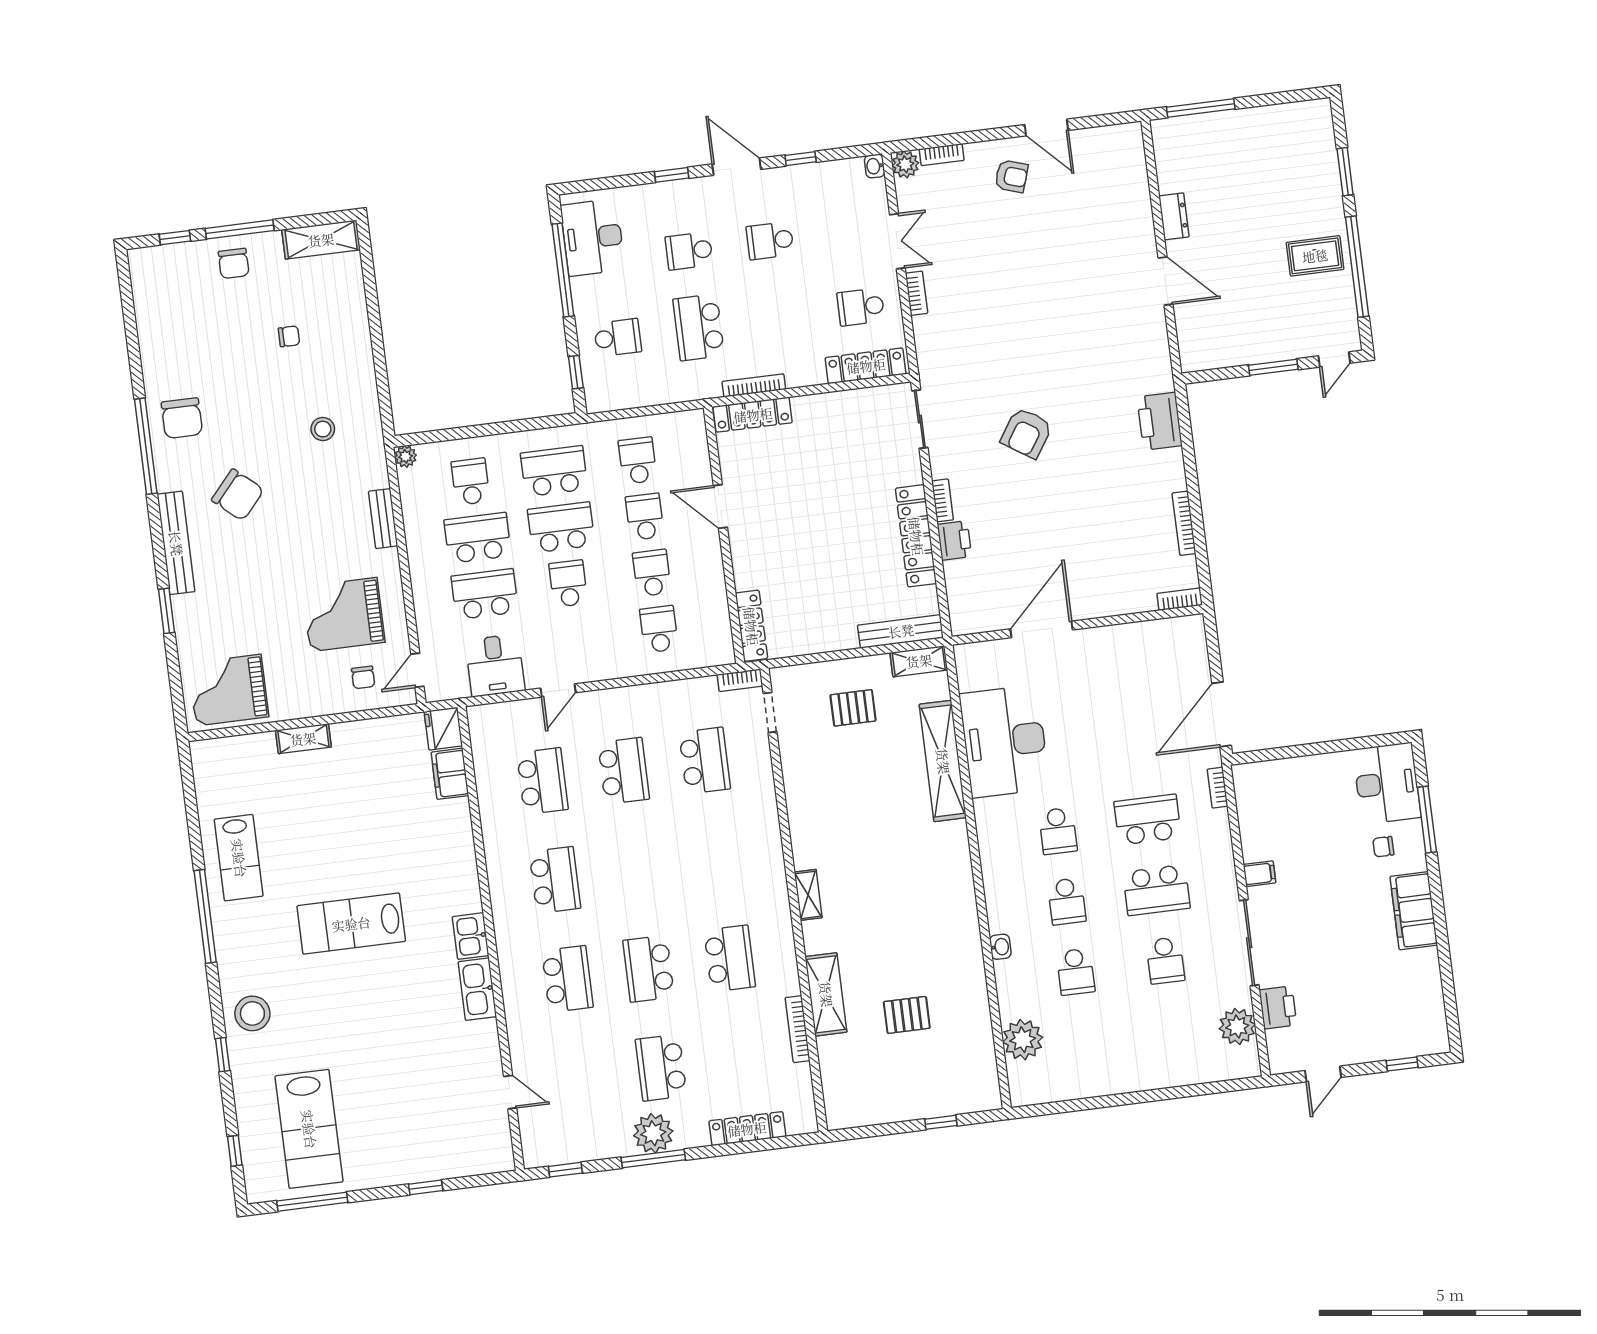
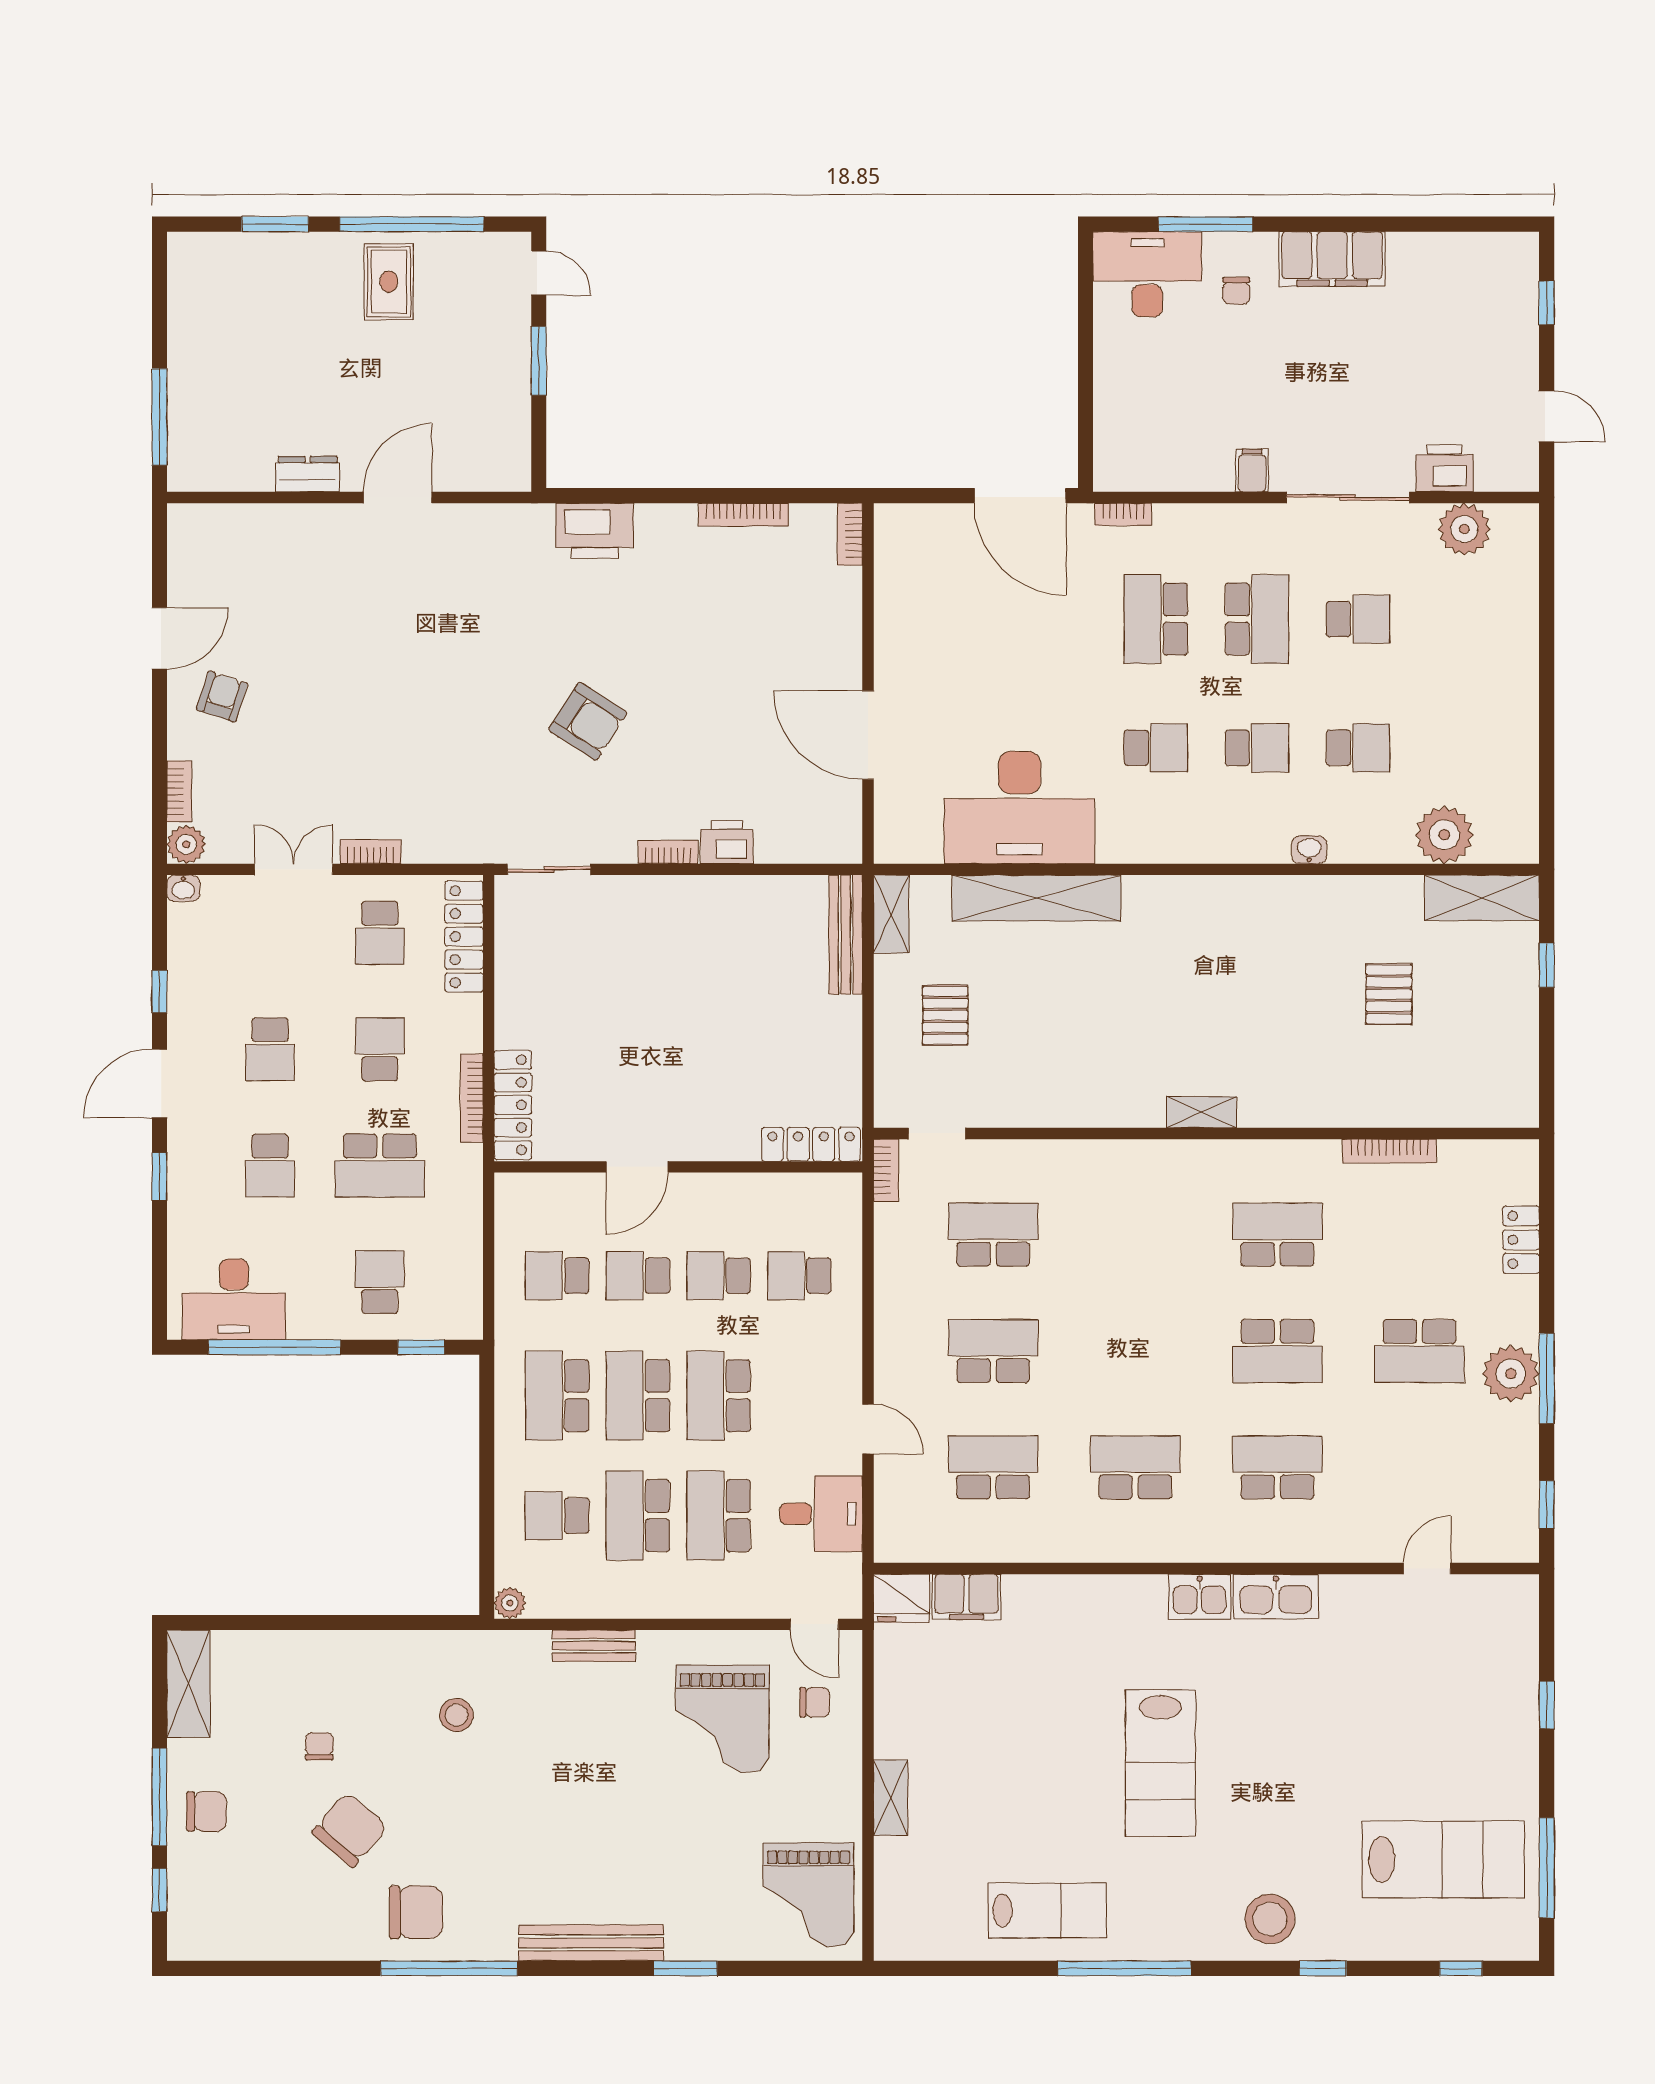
school desk: (780, 317) -> (380, 1049), added
chair: (238, 495) -> (350, 1830), moved
locker: (916, 536) -> (713, 896), removed
school desk: (568, 584) -> (719, 1396), width x1.85
shelving: (826, 994) -> (1482, 898), moved
locker: (747, 1129) -> (1521, 1240), width x0.66

